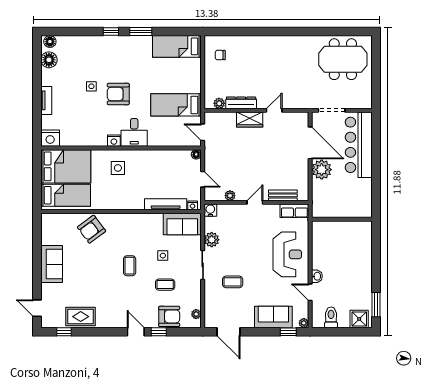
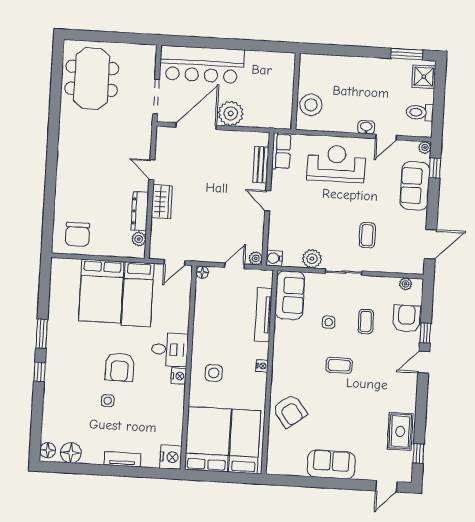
bed: (177, 46) -> (101, 291), moved, width x1.50
chair: (220, 55) -> (77, 234), width x1.87, depth x1.87
plant: (230, 196) -> (256, 258), moved
nightstand: (193, 205) -> (262, 366), moved
stool: (332, 232) -> (311, 105), added

